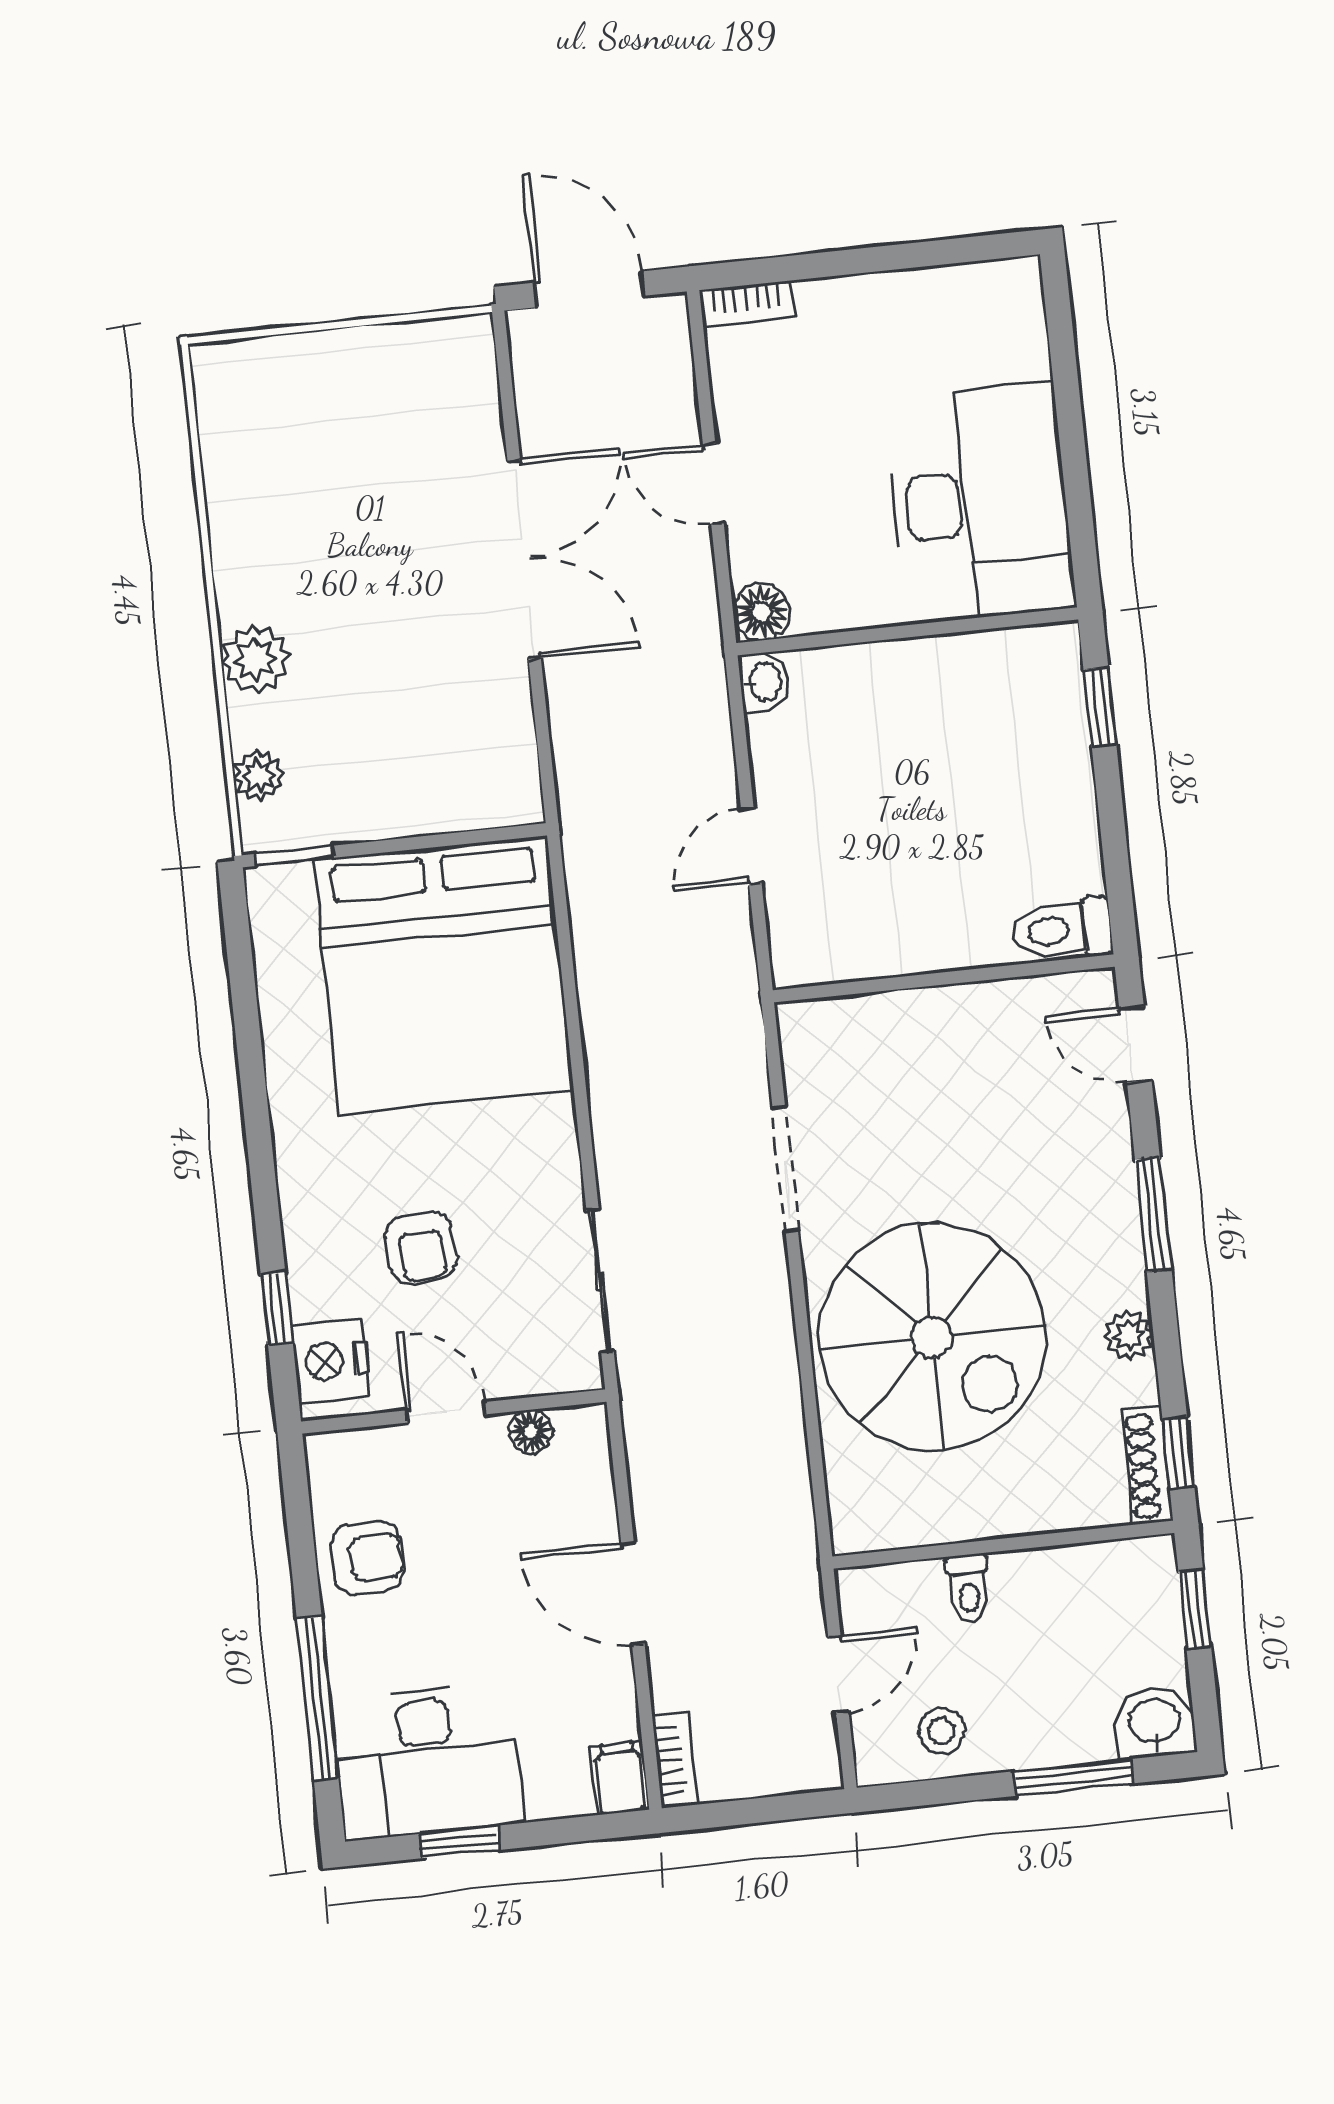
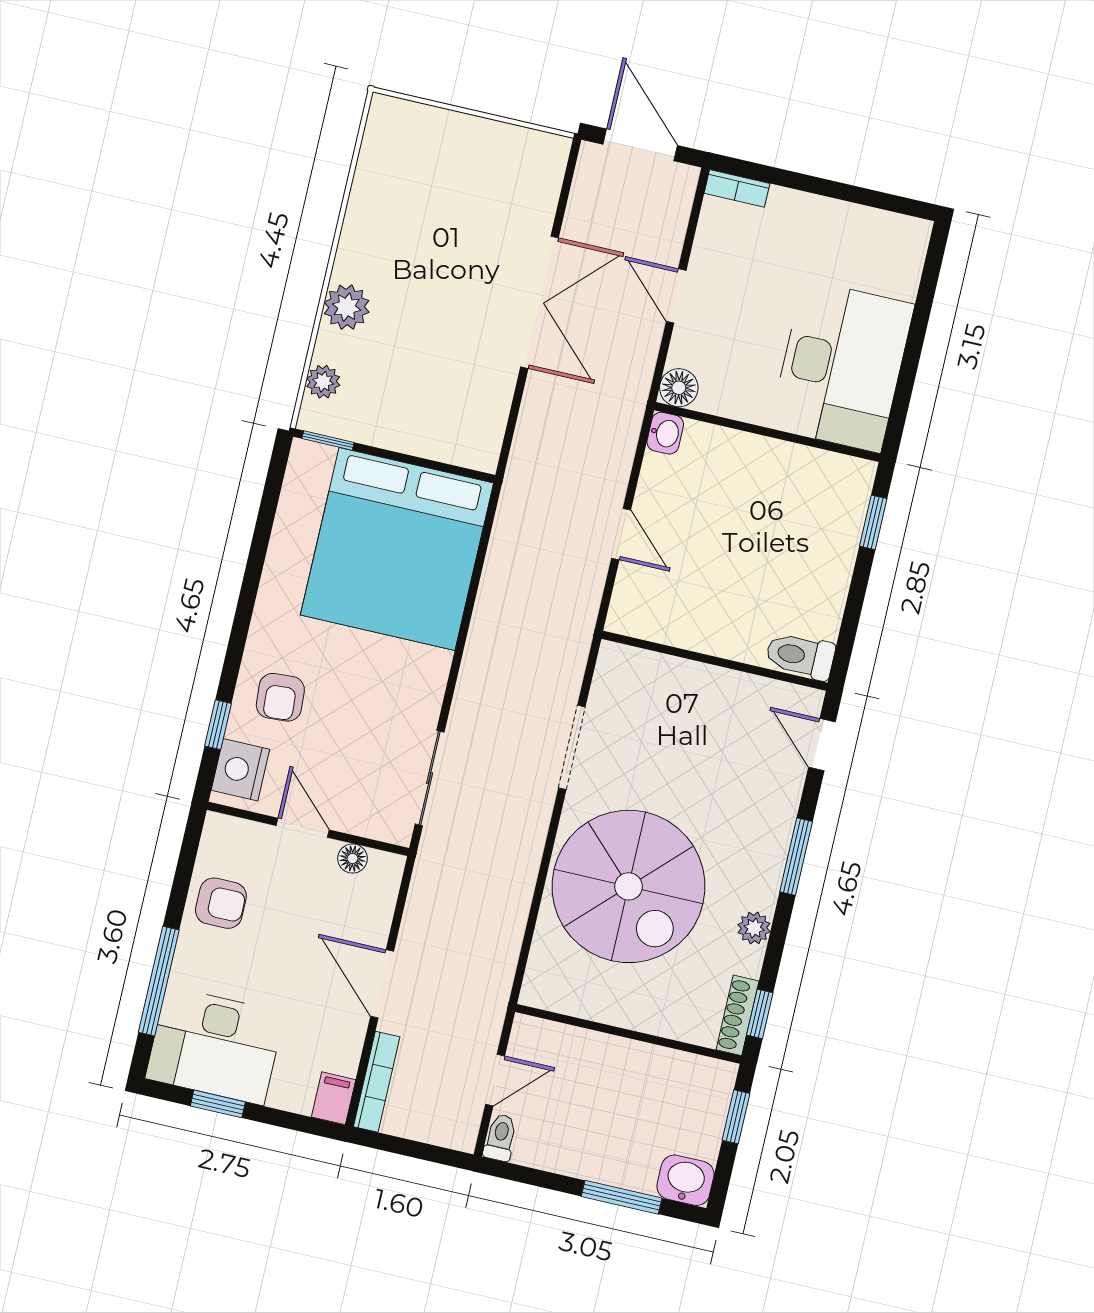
door: (751, 846) -> (621, 534), swing flipped
armchair: (421, 1248) -> (280, 697), moved
toilet: (969, 1588) -> (500, 1138), moved, turned 180
stool: (941, 1731) -> (548, 1139), removed
bookcase: (675, 1760) -> (377, 1082), width x1.56

